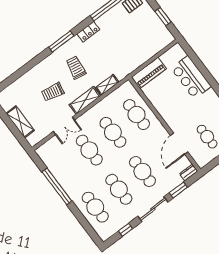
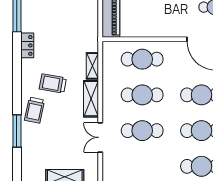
window: (61, 41) -> (17, 131), moved
trolley: (53, 92) -> (35, 110), moved
double door: (64, 126) -> (100, 137), swing flipped

